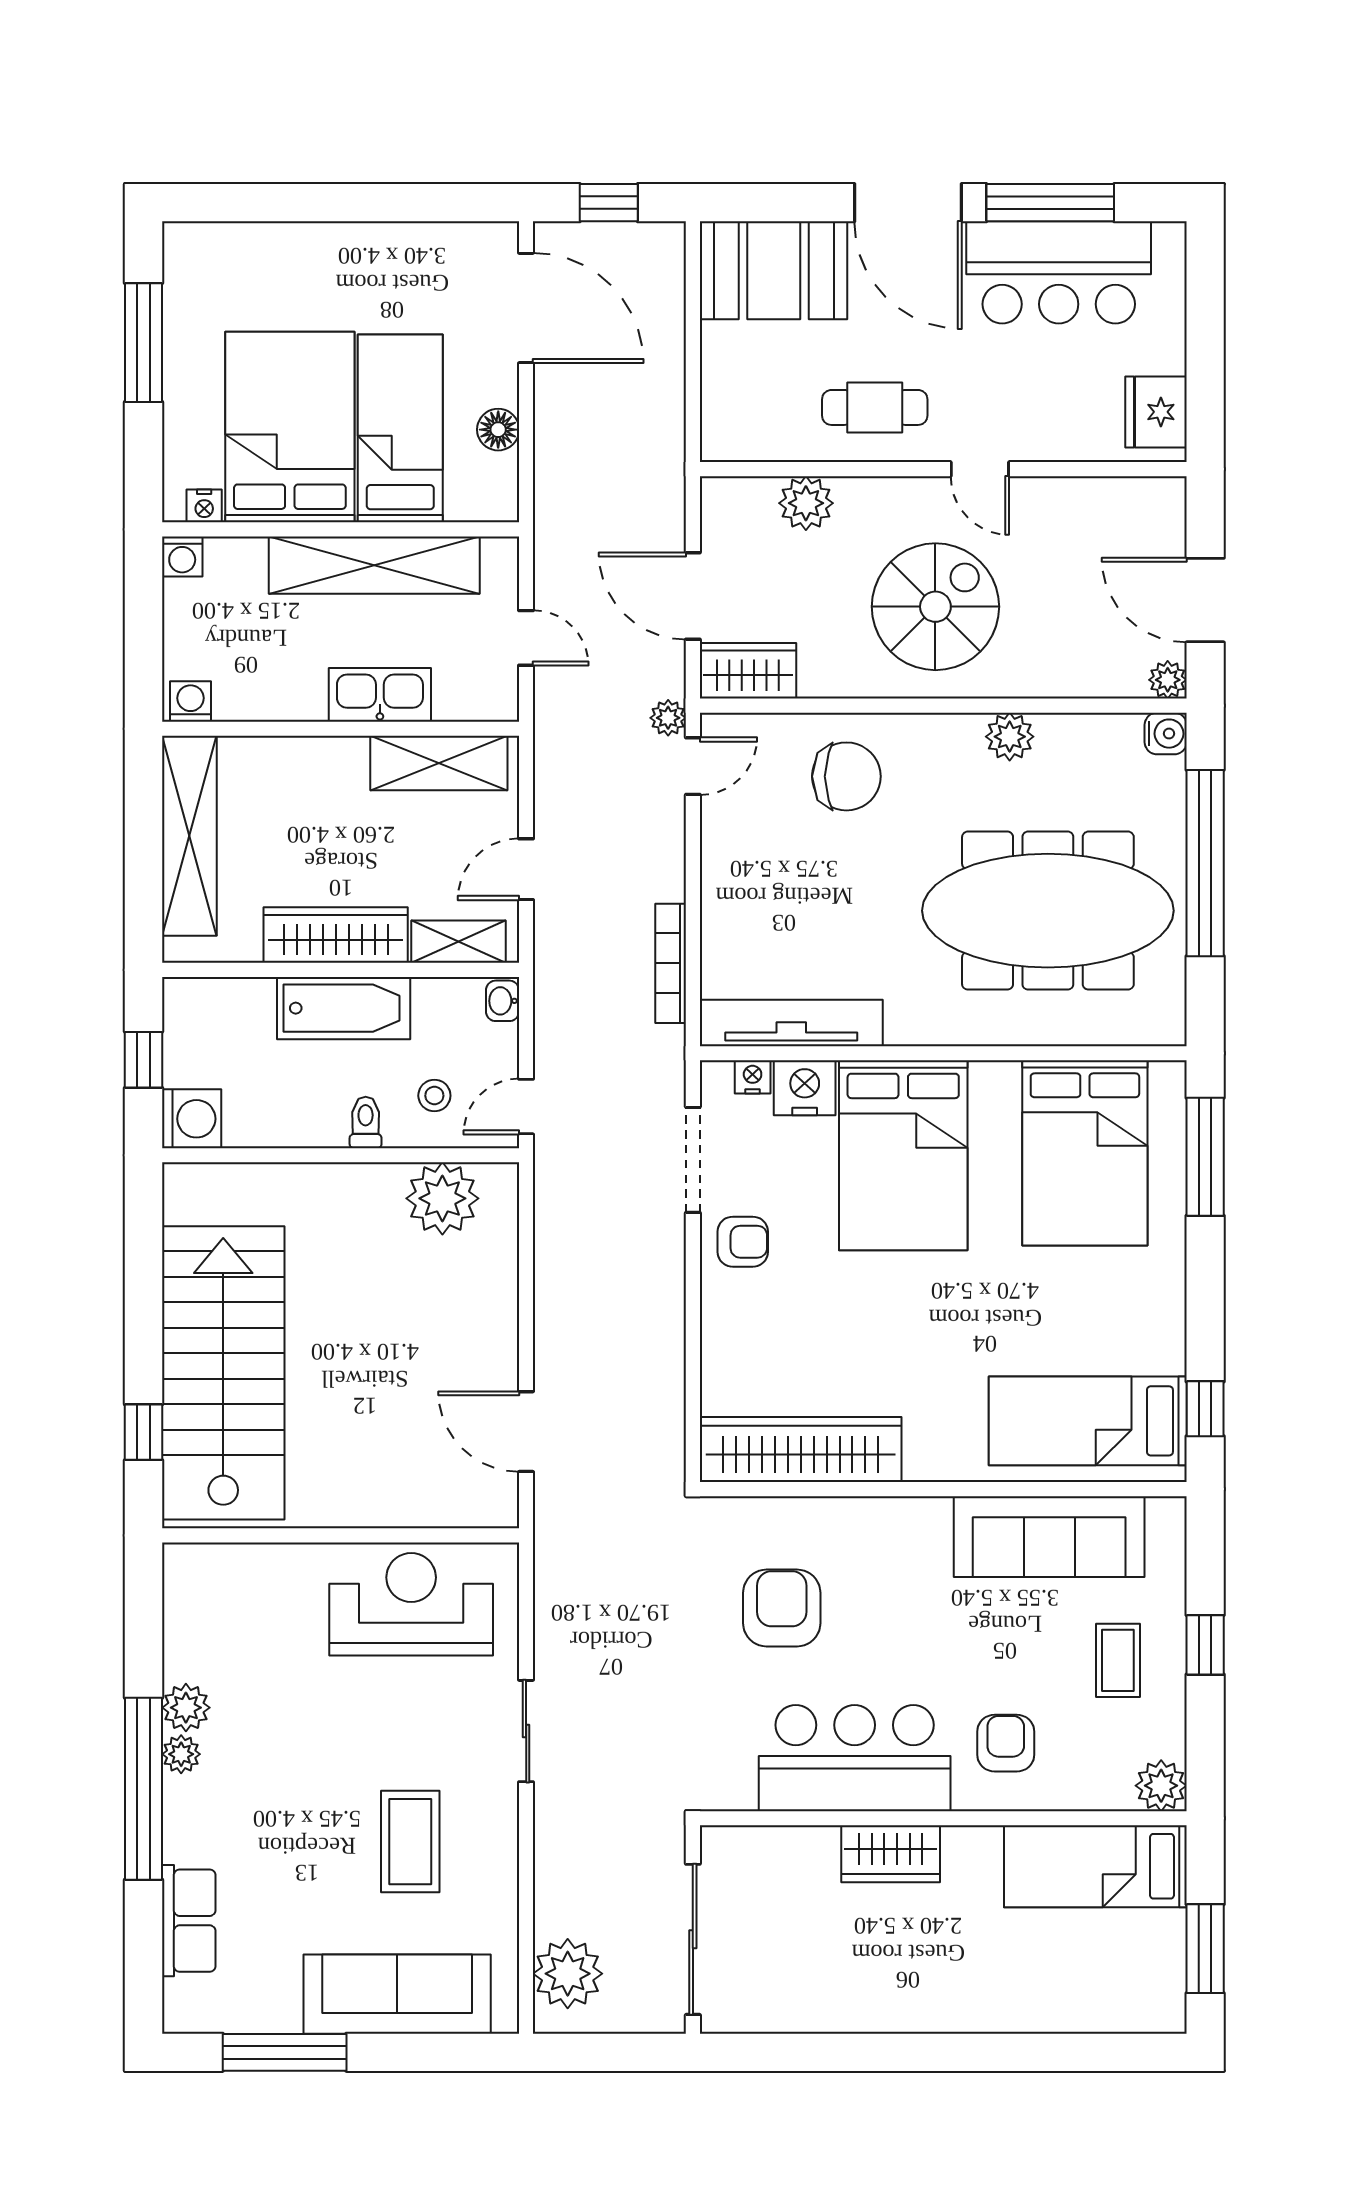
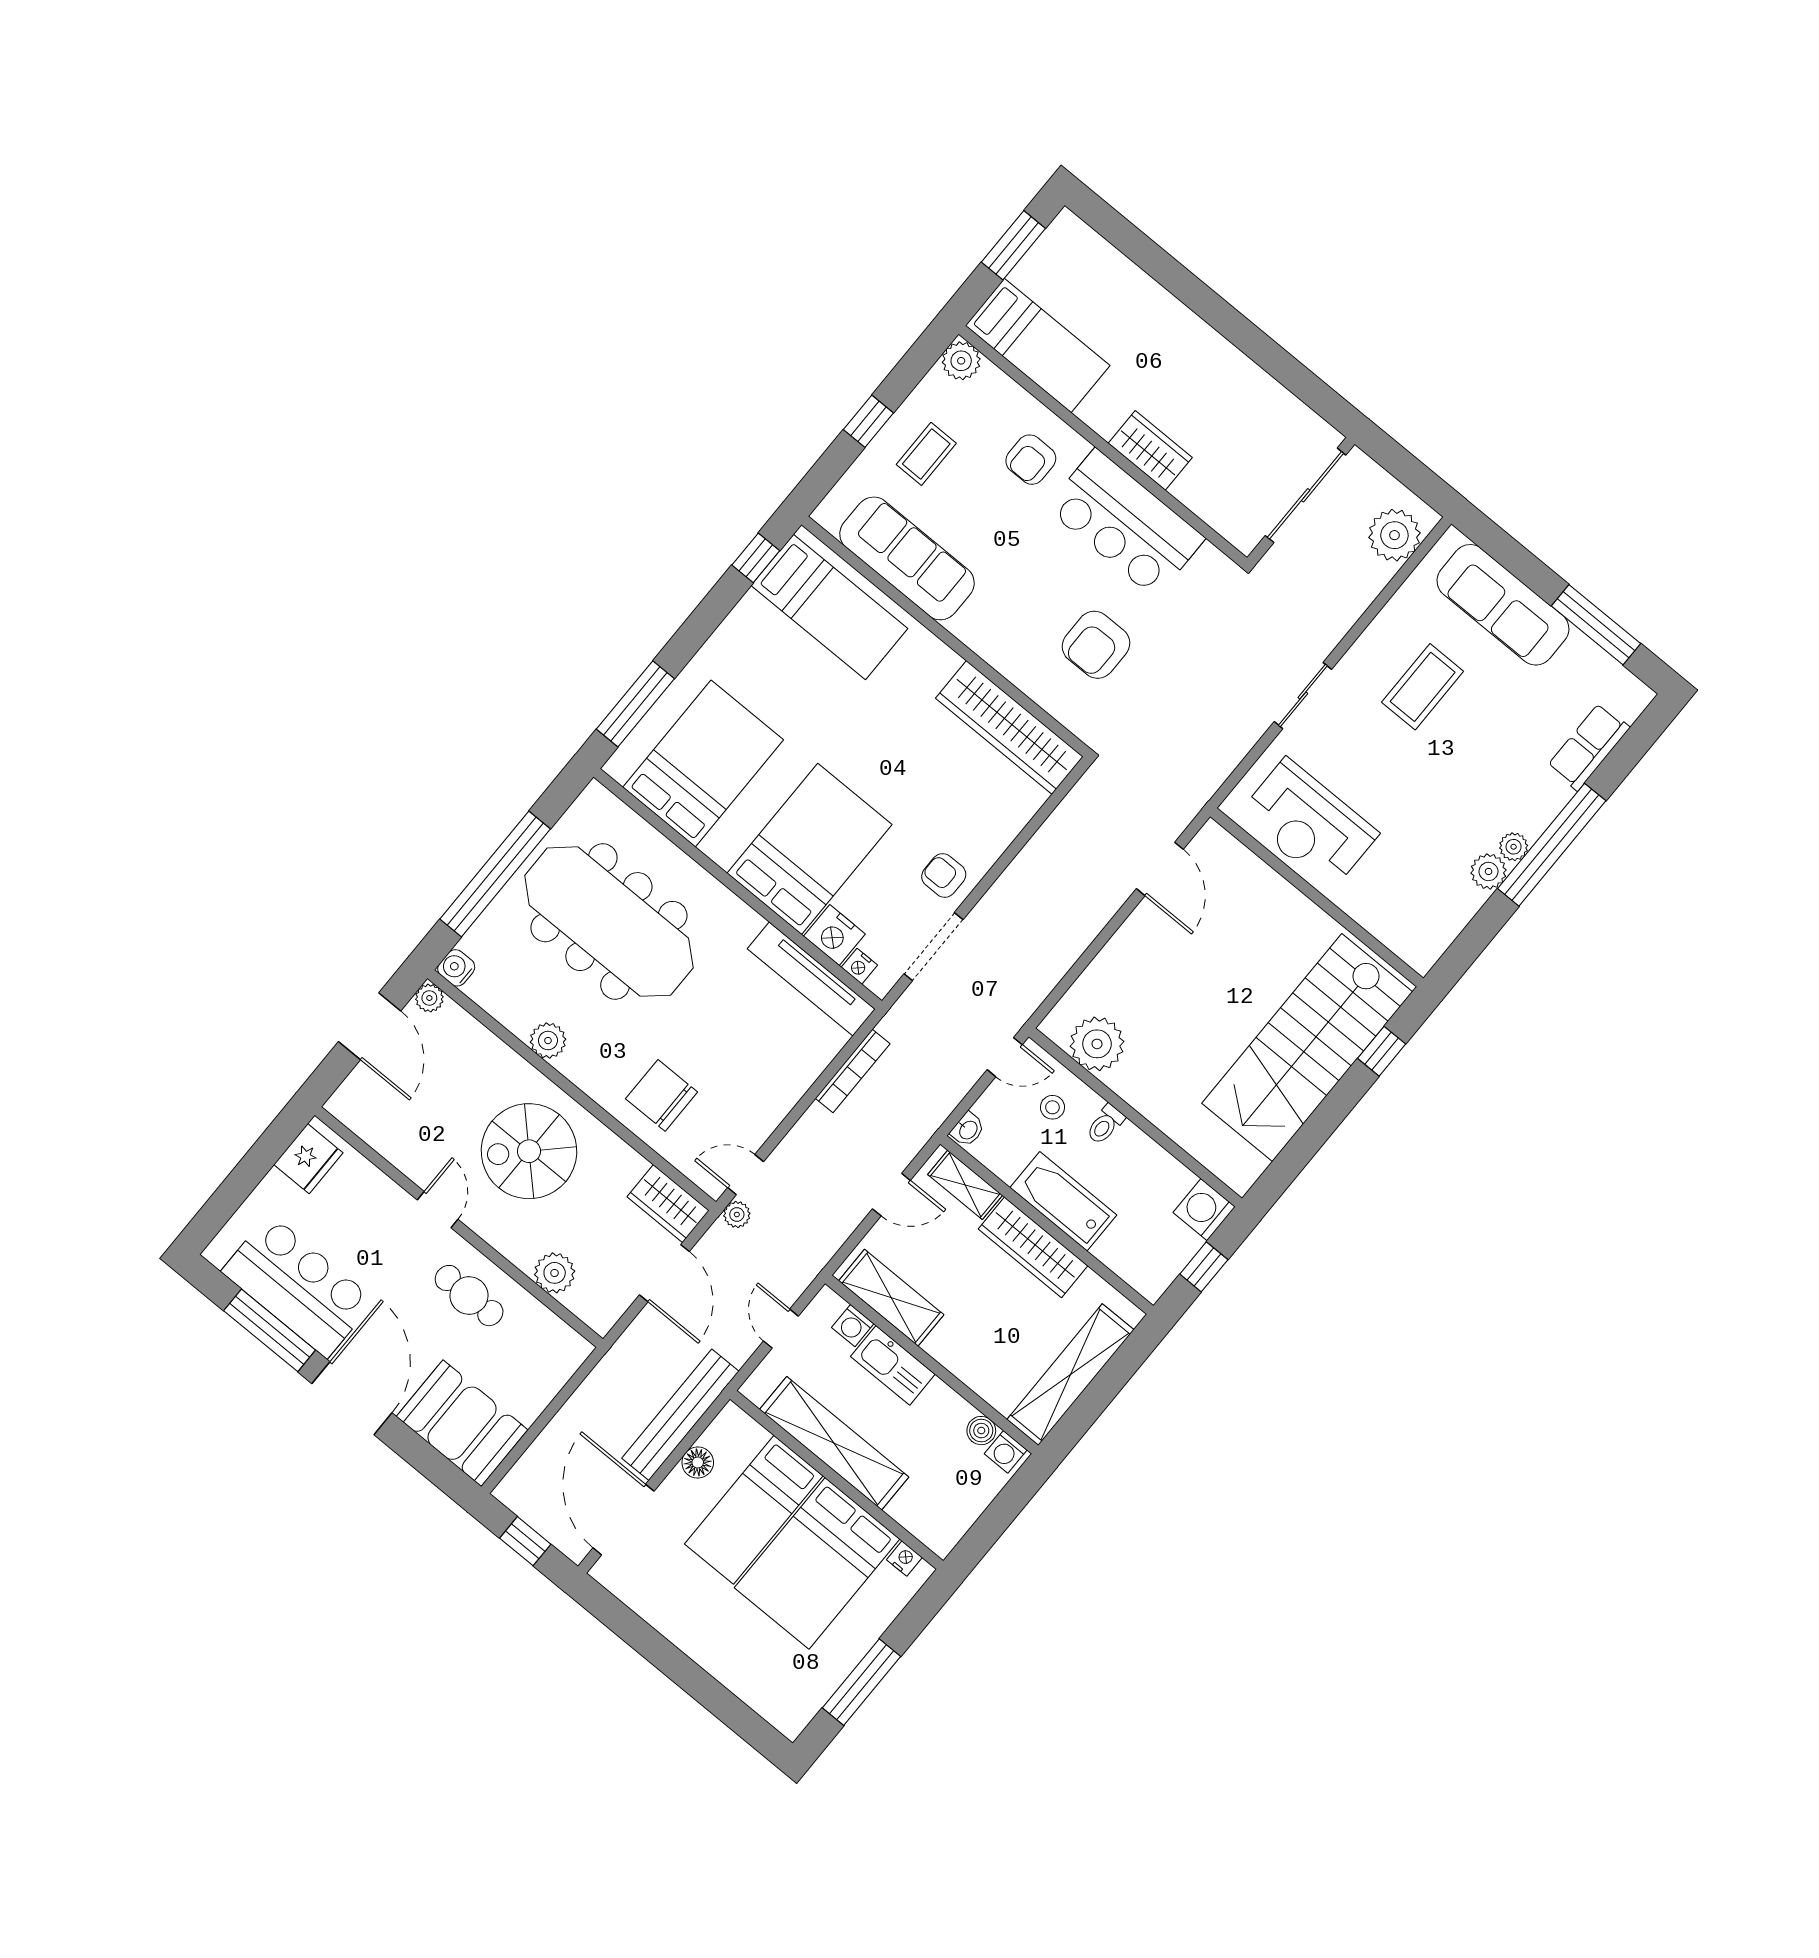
bench: (556, 464) -> (680, 1415), added
washing machine: (182, 556) -> (853, 1326), moved, turned 180
boiler: (234, 703) -> (981, 1431), added

